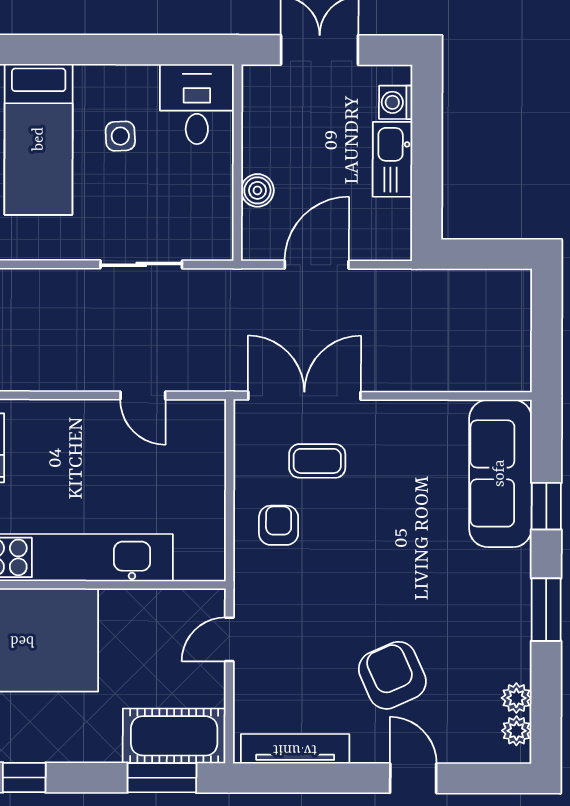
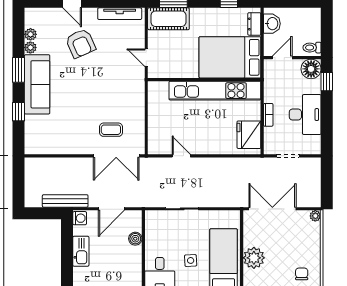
washing machine: (396, 102) -> (80, 218), moved
bench: (431, 284) -> (65, 201), added
sofa: (500, 473) -> (37, 84), moved
armchair: (279, 525) -> (127, 104), removed
door: (229, 639) -> (146, 58), swing flipped
plant: (517, 731) -> (30, 47), moved

